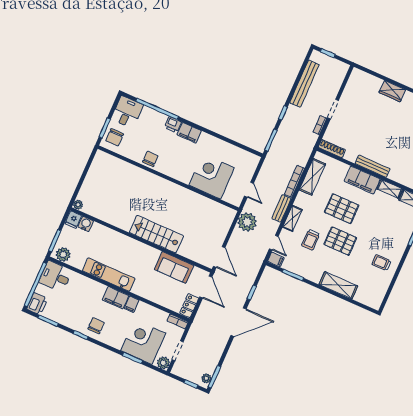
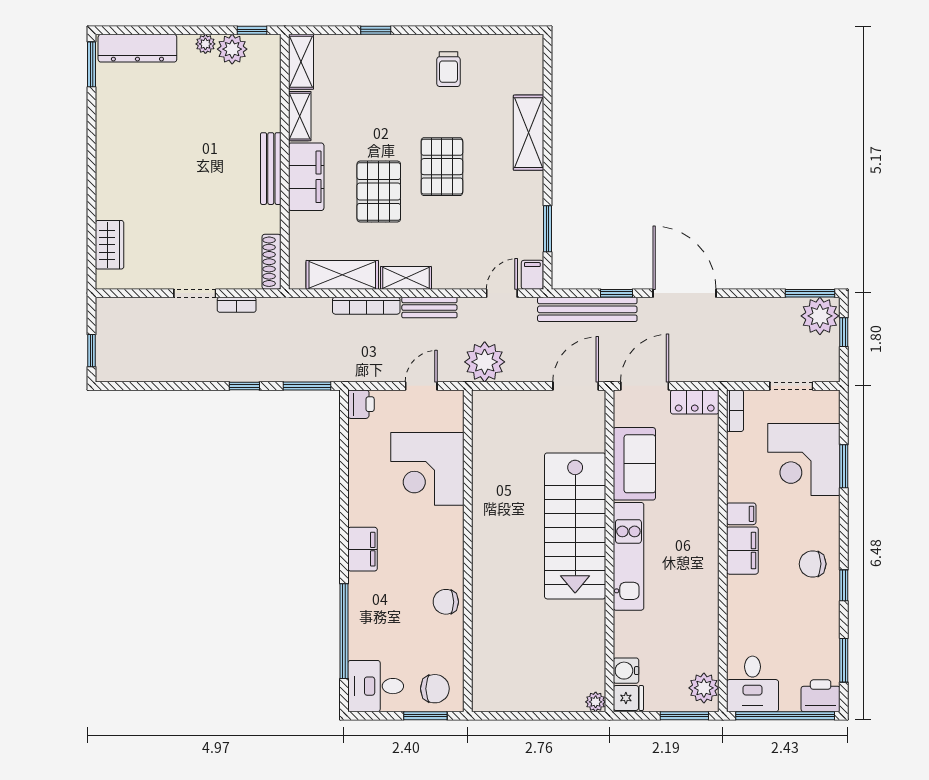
bench: (304, 84) -> (587, 309), moved
wardrobe: (392, 91) -> (110, 245), moved
printer: (173, 125) -> (361, 404), moved
shelving: (292, 218) -> (406, 278), moved
stairs: (156, 234) -> (575, 526), width x1.36, depth x1.51
trolley: (311, 240) -> (465, 225), removed
kitchen unit: (109, 275) -> (628, 556), moved, turned 180
plant: (163, 363) -> (827, 403), removed
plant: (206, 378) -> (820, 316), width x1.87, depth x1.87

